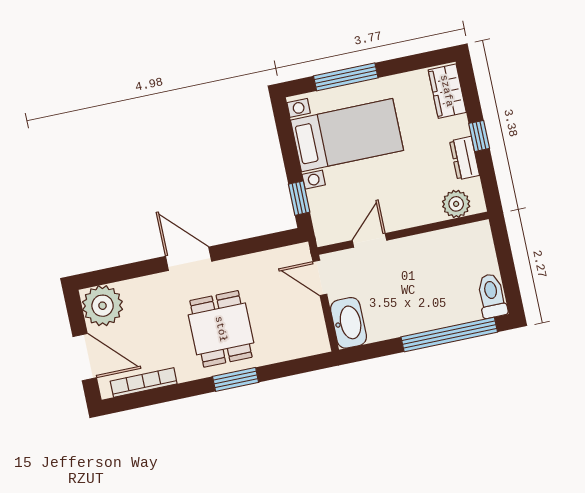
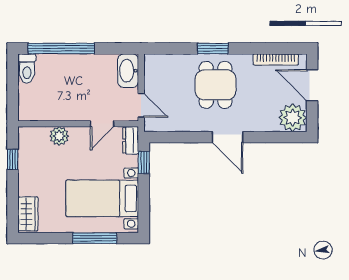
window: (479, 136) -> (13, 159), moved
dresser: (464, 158) -> (131, 140), moved, turned 180
plant: (456, 204) -> (59, 136), moved

